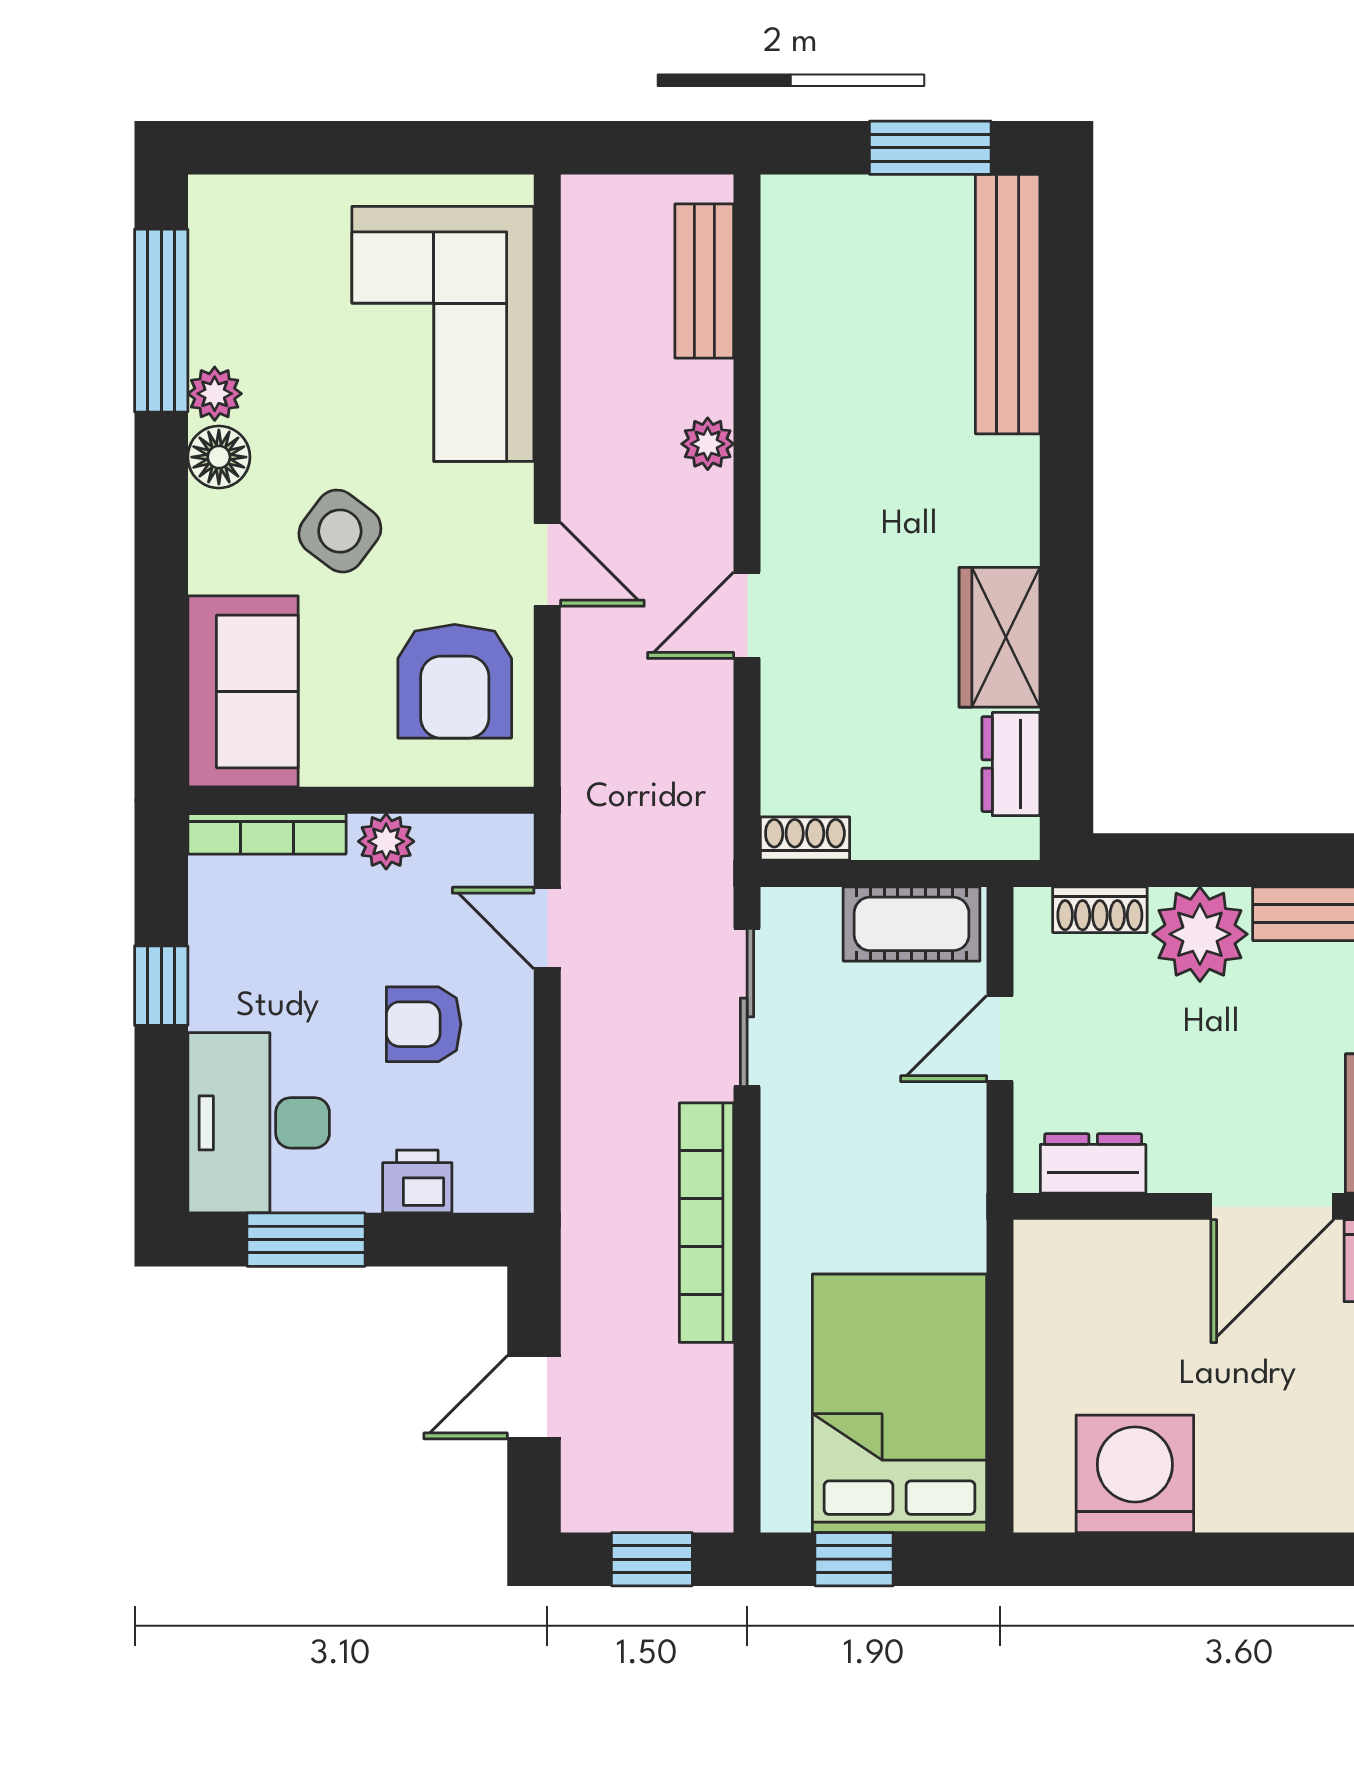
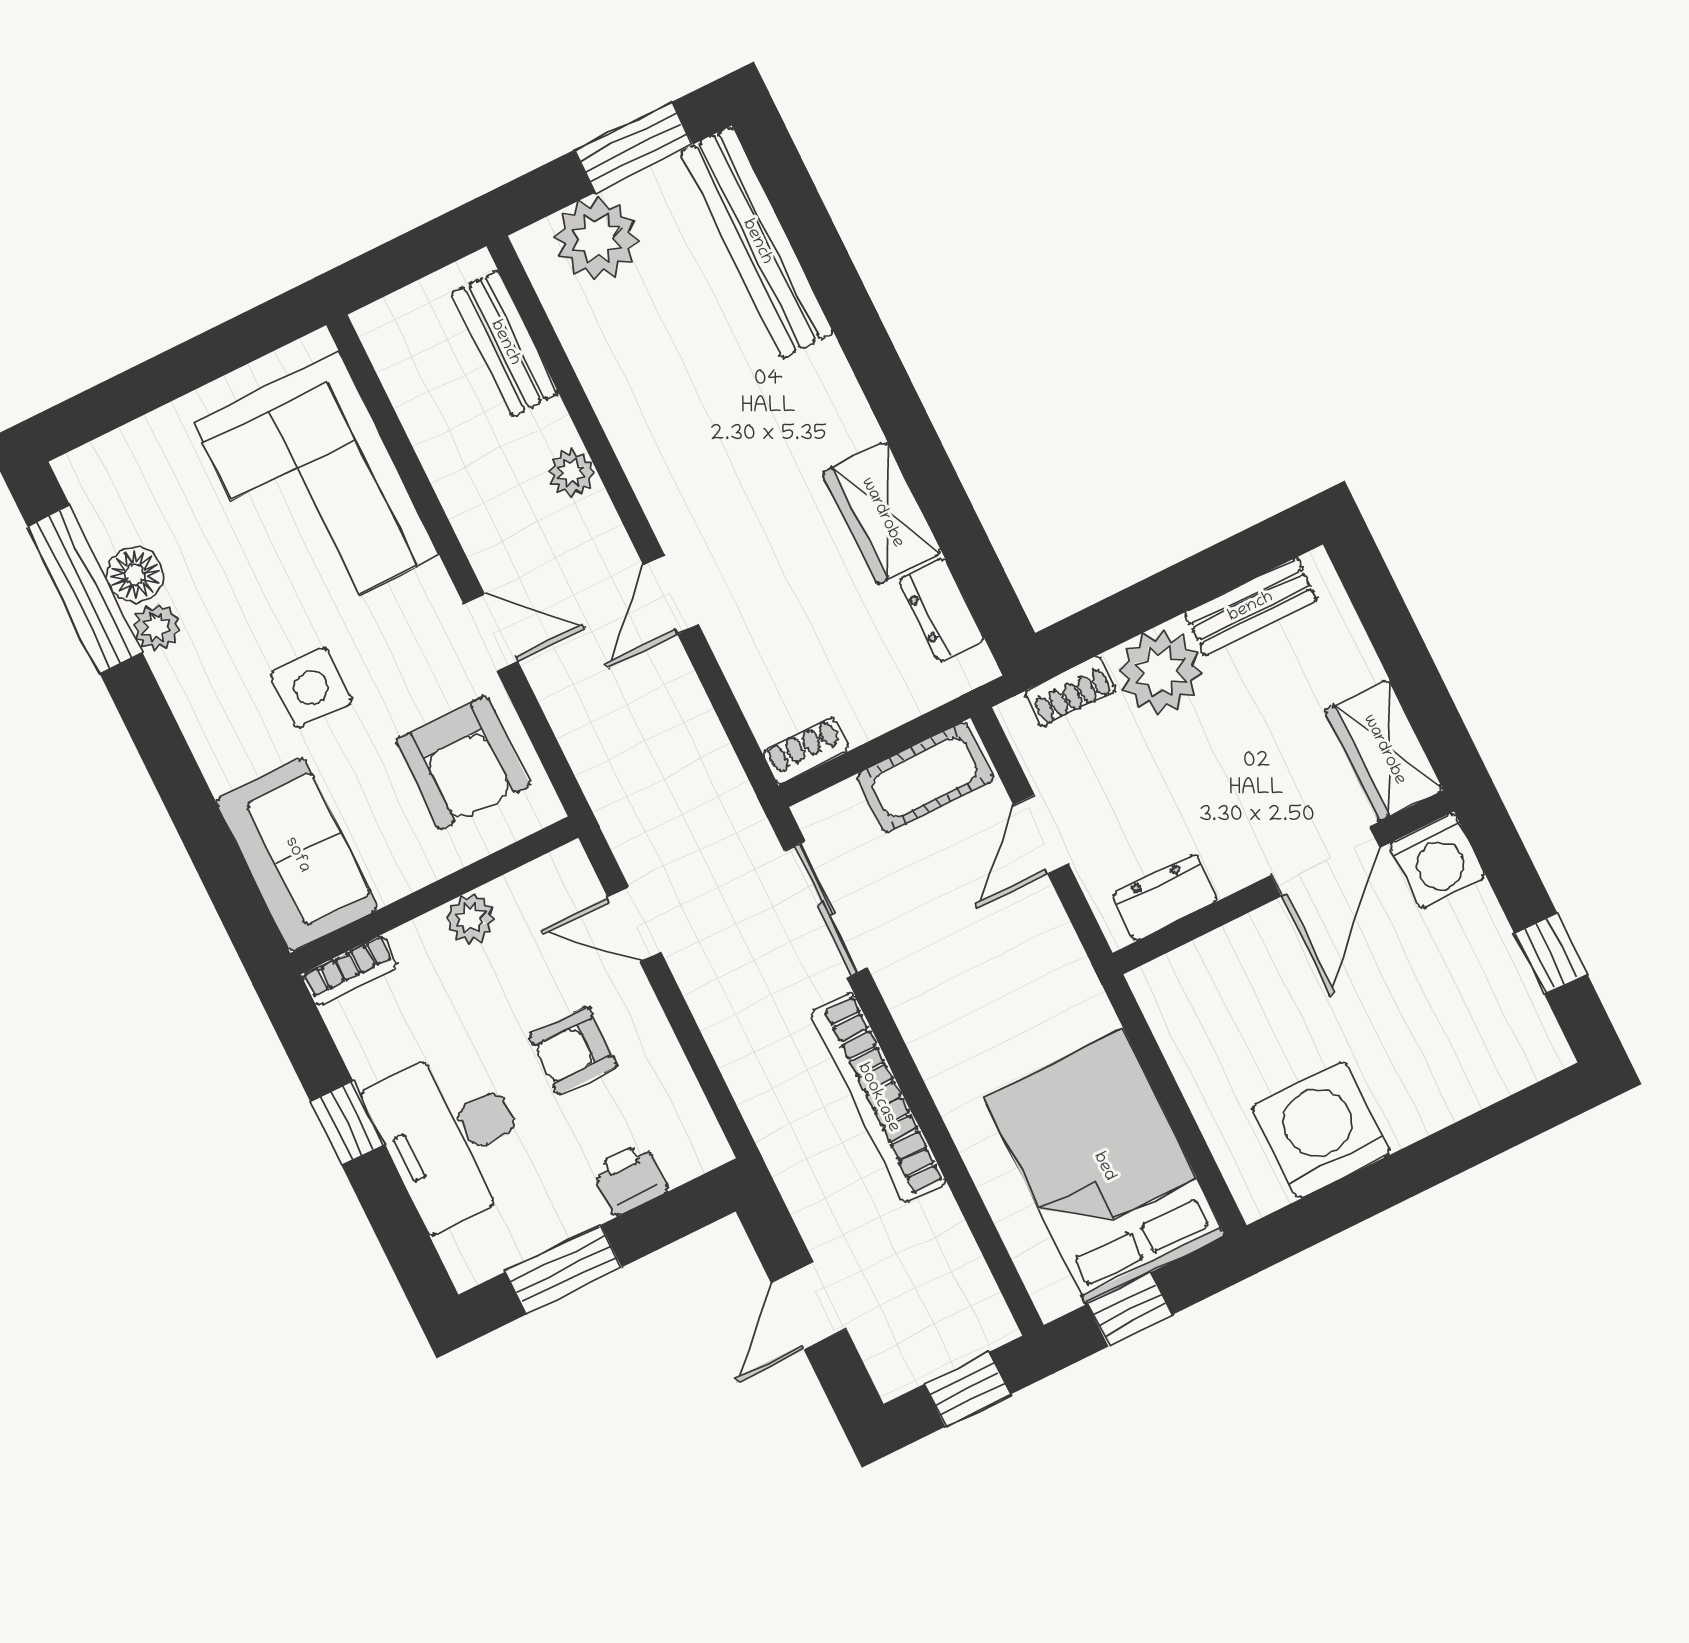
plant: (848, 221) -> (597, 239), added
floor lamp: (219, 457) -> (135, 575), moved
side table: (340, 531) -> (311, 688), turned -37
bookcase: (267, 834) -> (349, 971), width x0.64
desk: (259, 1123) -> (451, 1137), moved

